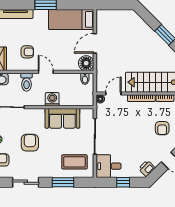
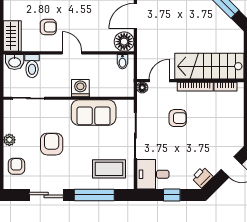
toilet: (27, 82) -> (32, 66), moved
armchair: (162, 128) -> (178, 118), moved, turned -90
window: (63, 182) -> (94, 195), width x1.44

